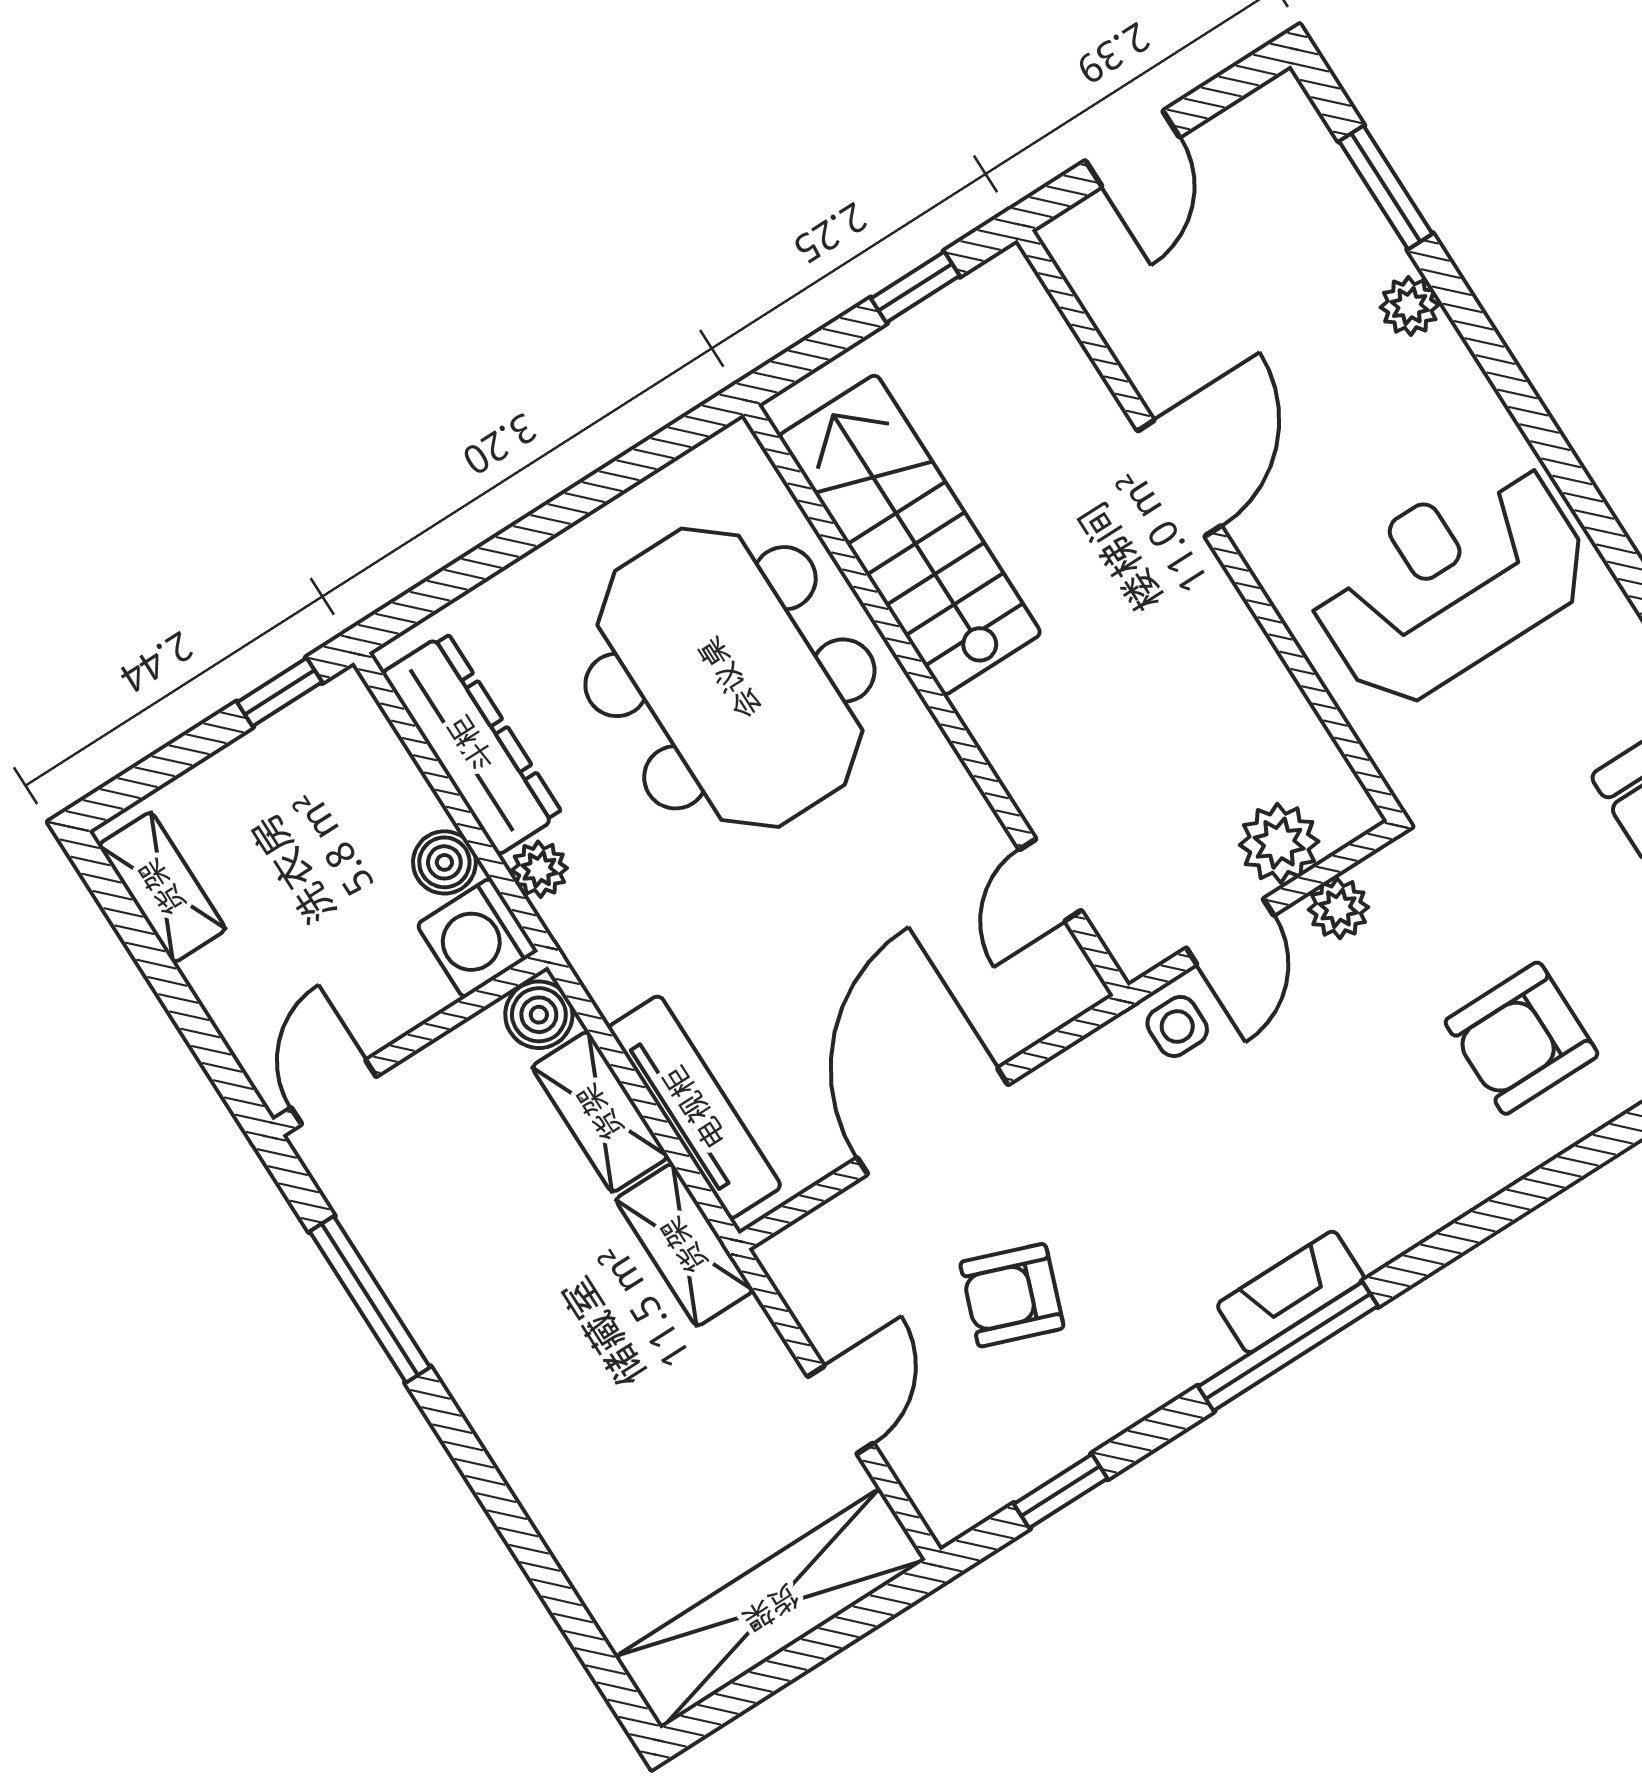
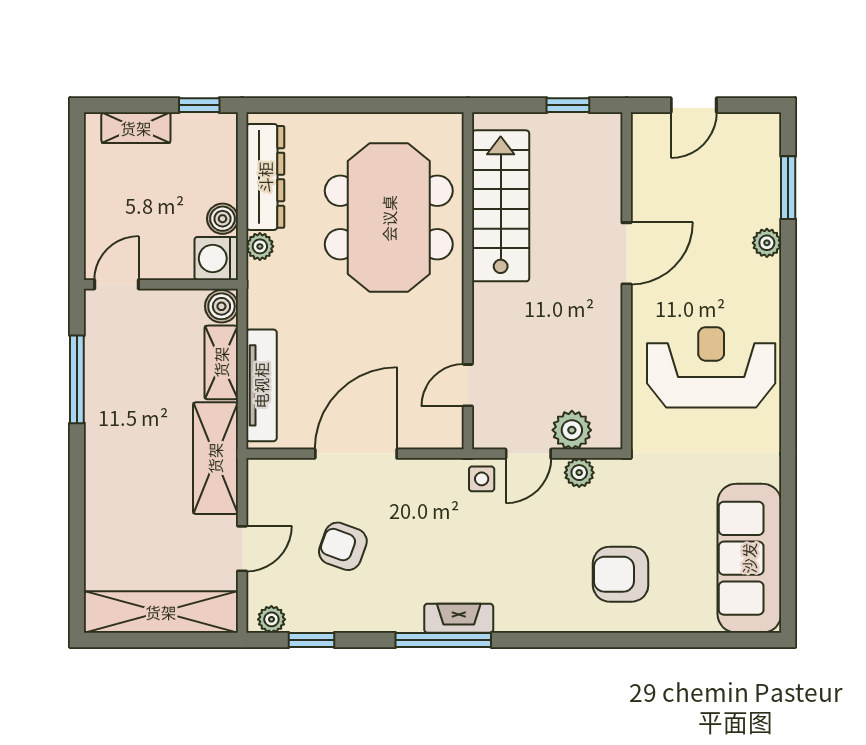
shelving: (162, 887) -> (136, 128), moved, turned 90
shelving: (684, 1245) -> (215, 458), width x1.50, depth x1.33
plant: (969, 1500) -> (271, 619), added

